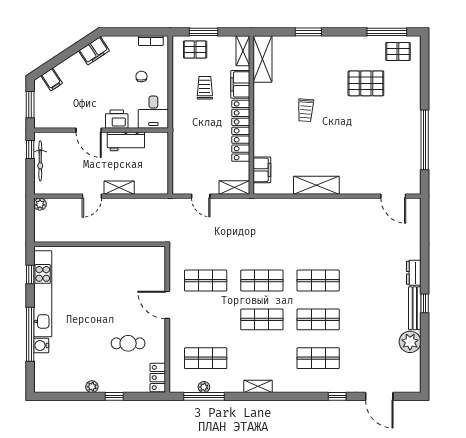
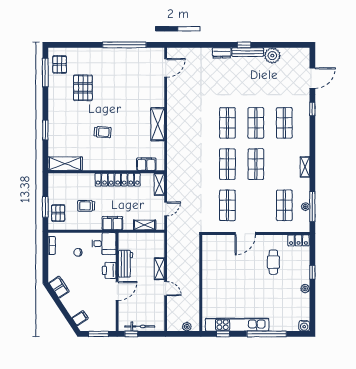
shelving: (243, 51) -> (145, 225), moved
filing cabinet: (240, 84) -> (112, 223), moved, turned 180
plant: (40, 204) -> (187, 327), moved
water cooler: (41, 345) -> (304, 326), moved

